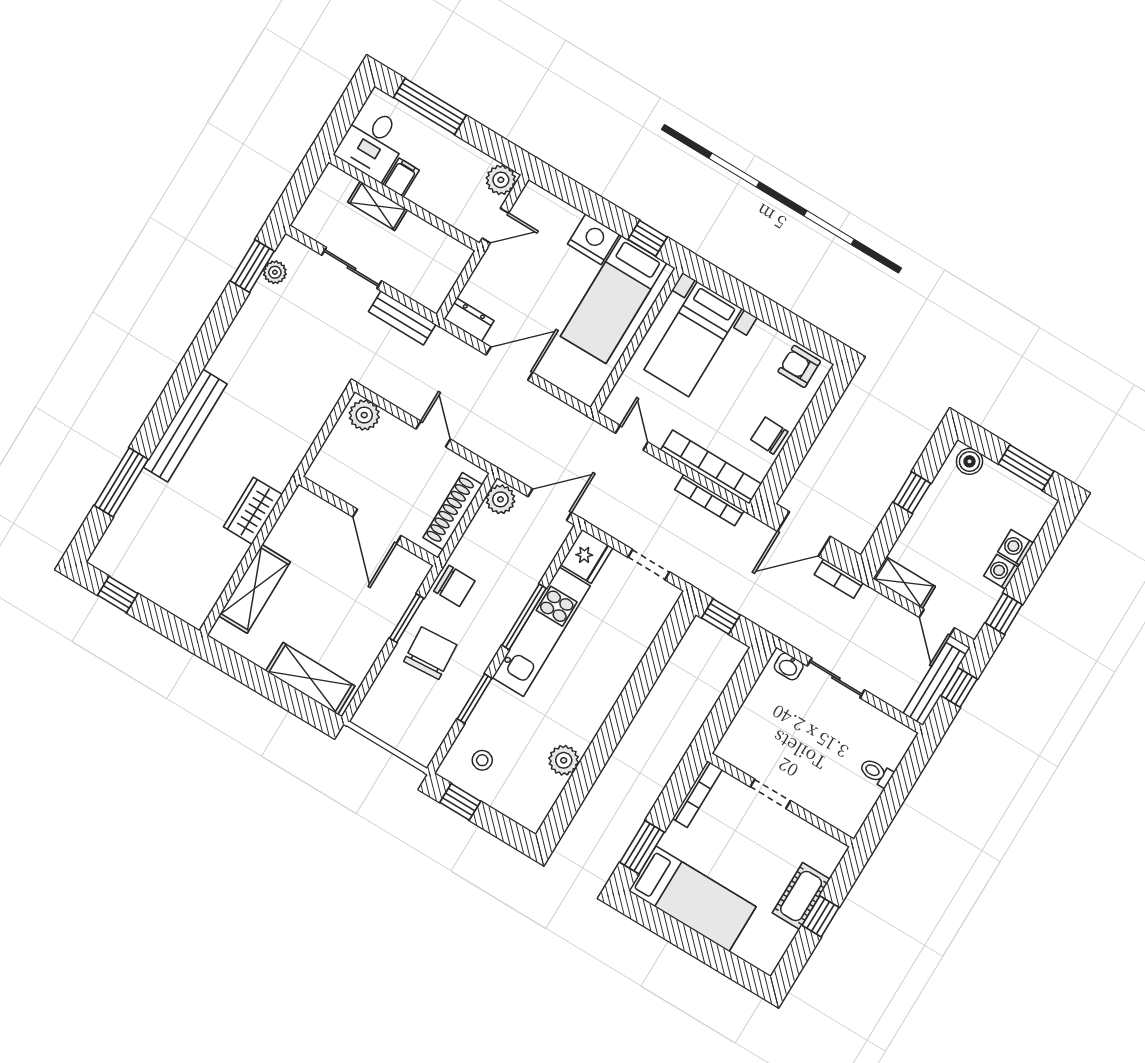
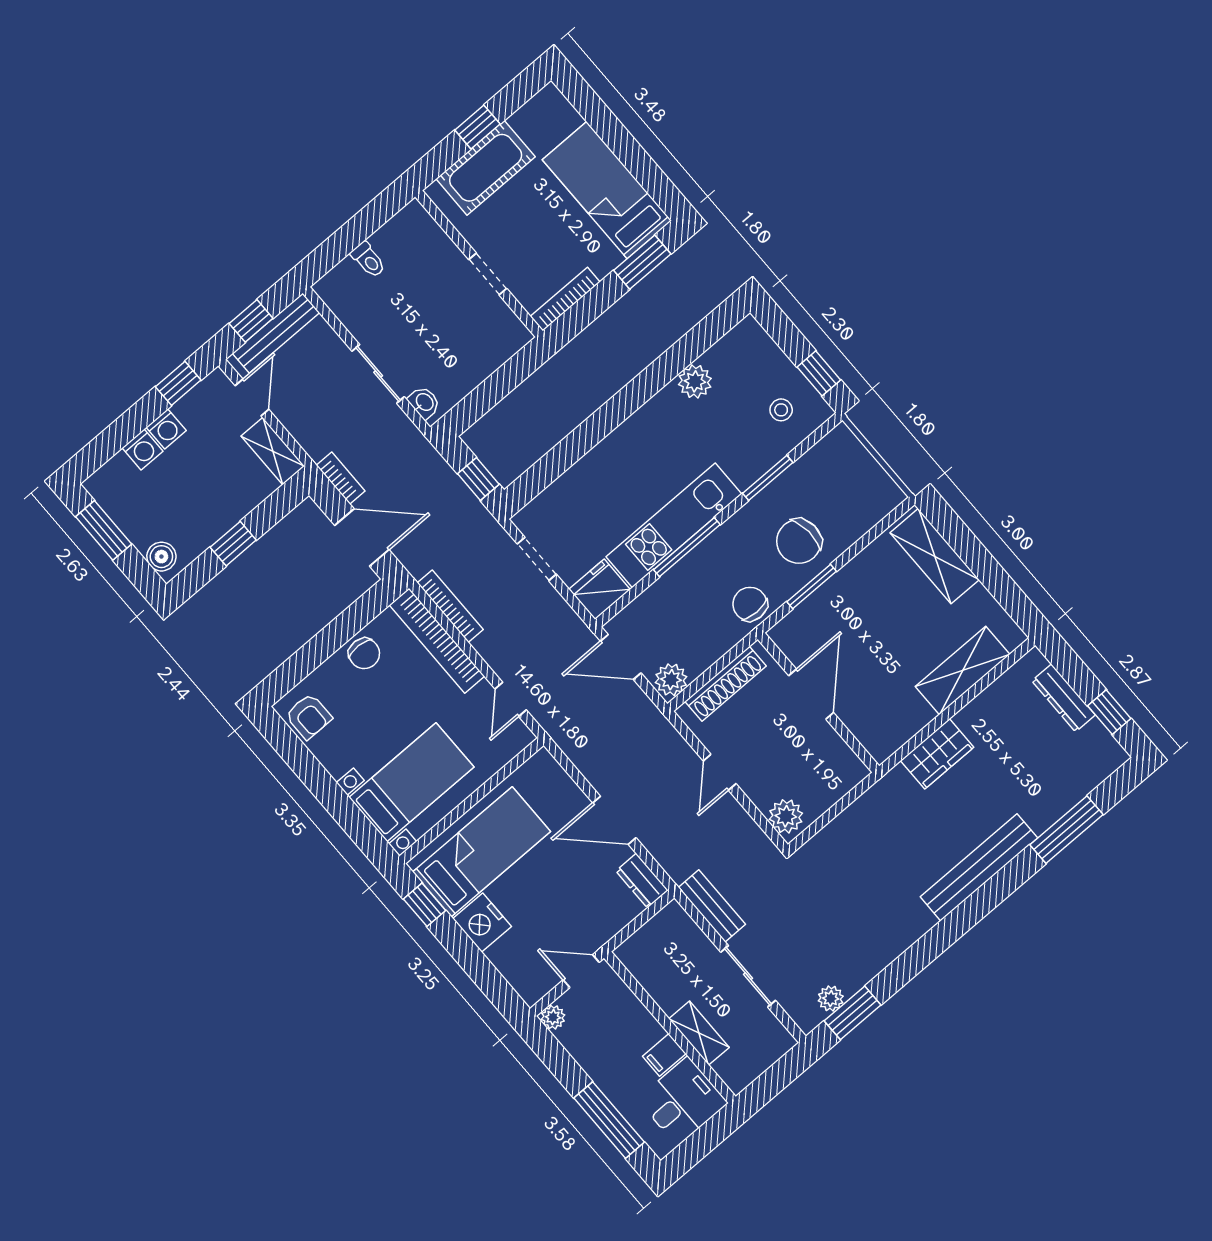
plant: (501, 180) -> (553, 1017), width x0.73, depth x0.73
dresser: (161, 594) -> (1063, 698), added
cot: (801, 896) -> (486, 168), width x1.37, depth x1.34

